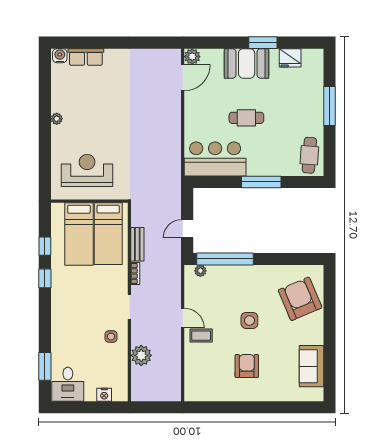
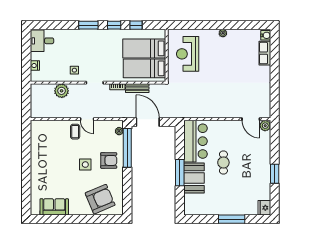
fridge: (290, 58) -> (264, 208), moved
booth: (247, 63) -> (194, 178), moved
cafe table: (309, 155) -> (198, 205), removed
reception desk: (87, 170) -> (188, 54), turned 180
door: (187, 229) -> (148, 122), width x1.88
door: (183, 318) -> (87, 119), hinge flipped
window: (45, 366) -> (88, 25), moved
armchair: (247, 366) -> (109, 160), moved

